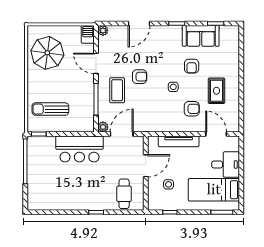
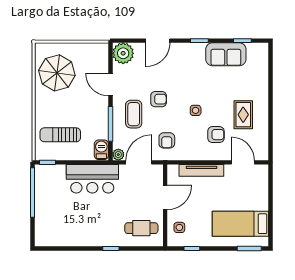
plant: (103, 30) -> (123, 53), width x1.88, depth x1.88
barbecue: (88, 34) -> (101, 150), moved
armchair: (192, 66) -> (167, 140), moved
desk: (226, 165) -> (253, 196), removed
side table: (168, 184) -> (179, 227), moved
cafe table: (124, 194) -> (141, 228), turned 90

